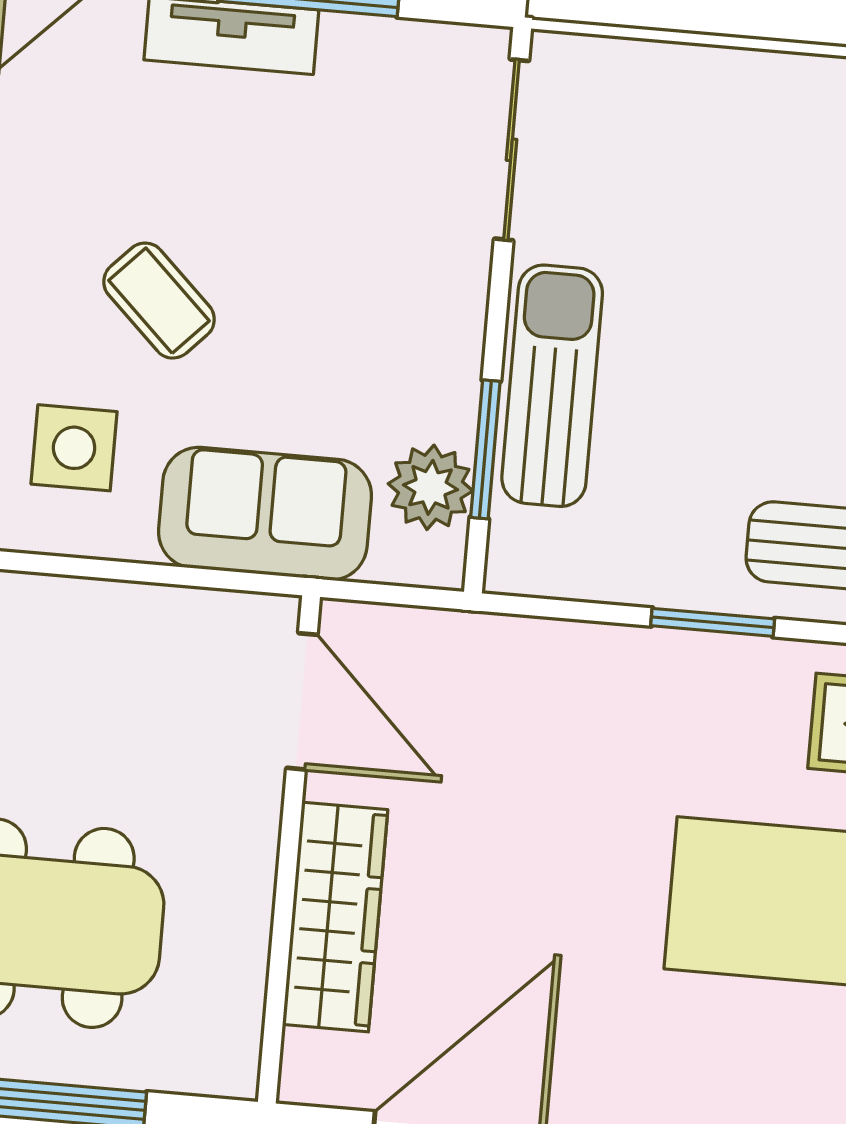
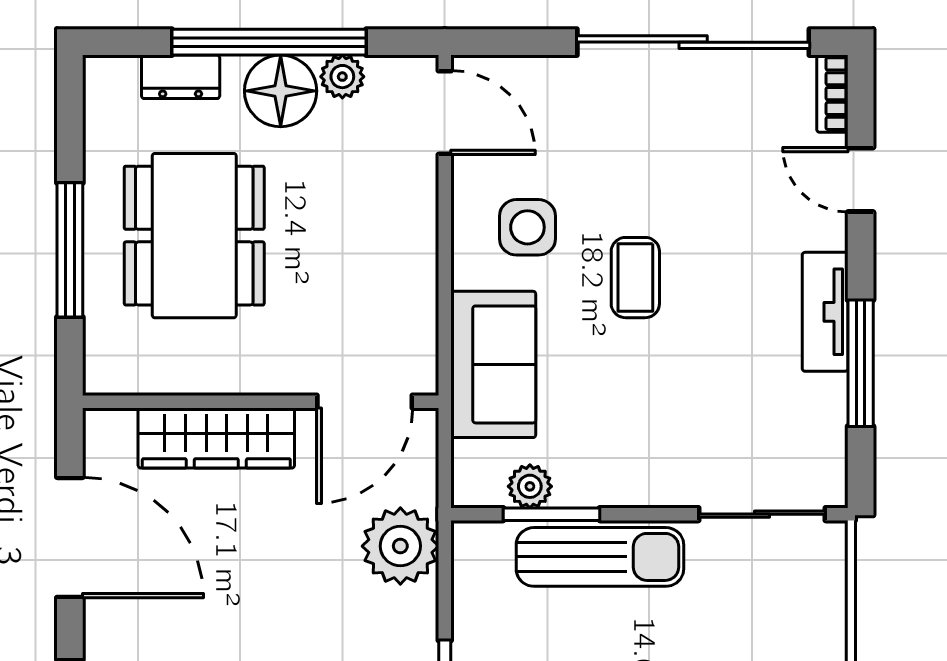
coffee table: (159, 301) -> (635, 278), turned -44
plant: (430, 487) -> (530, 486), width x0.73, depth x0.73
plant: (512, 668) -> (400, 546), added

